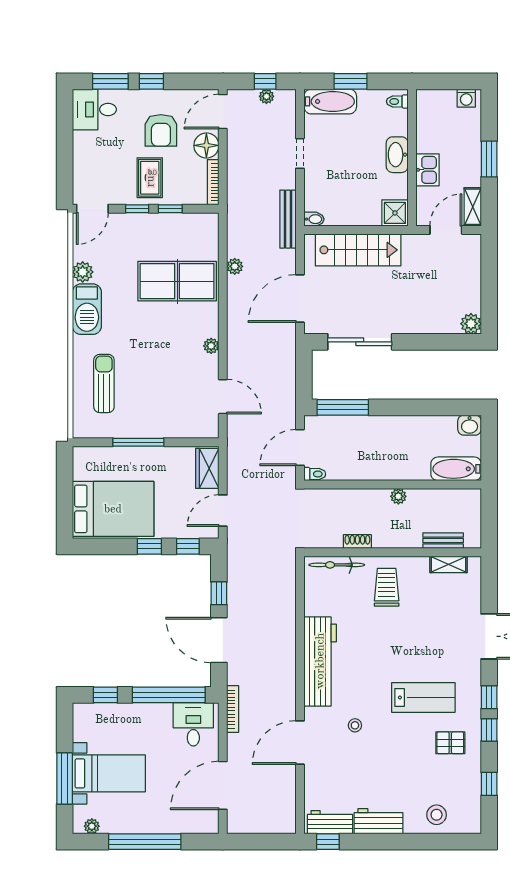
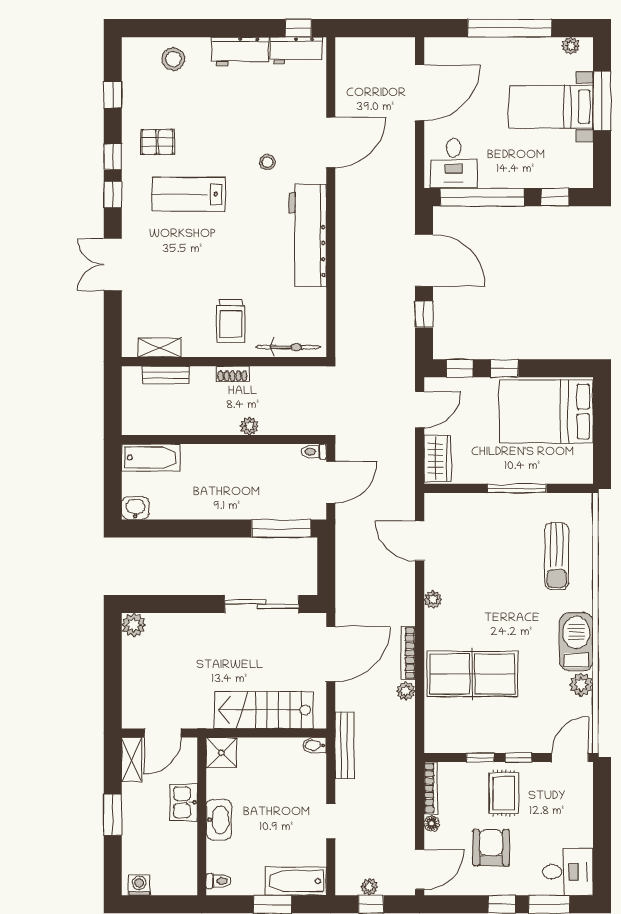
floor lamp: (206, 145) -> (432, 824), width x0.53, depth x0.53
plant: (398, 496) -> (249, 426), moved
shoe rack: (357, 542) -> (232, 374), moved
bookcase: (233, 709) -> (408, 653), moved

